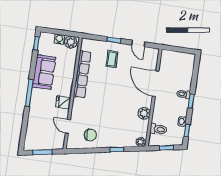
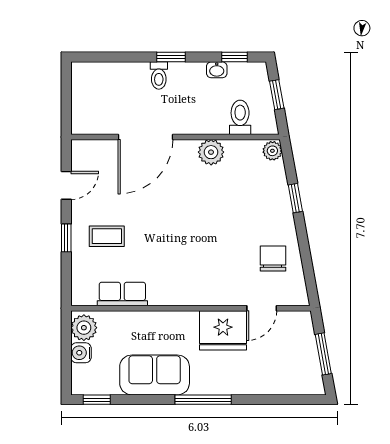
row of seats: (82, 74) -> (122, 294), width x0.50
fridge: (63, 102) -> (223, 330), width x1.88, depth x1.34

